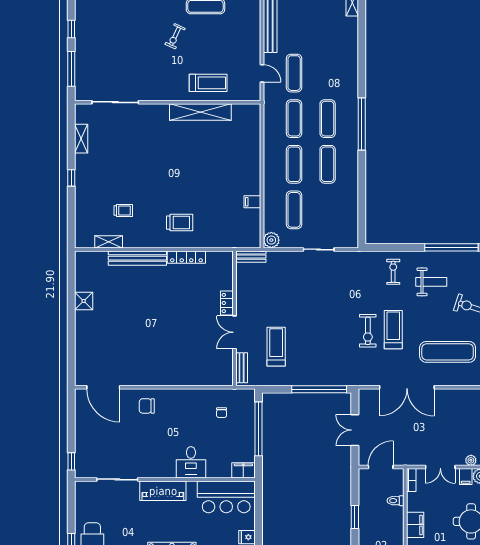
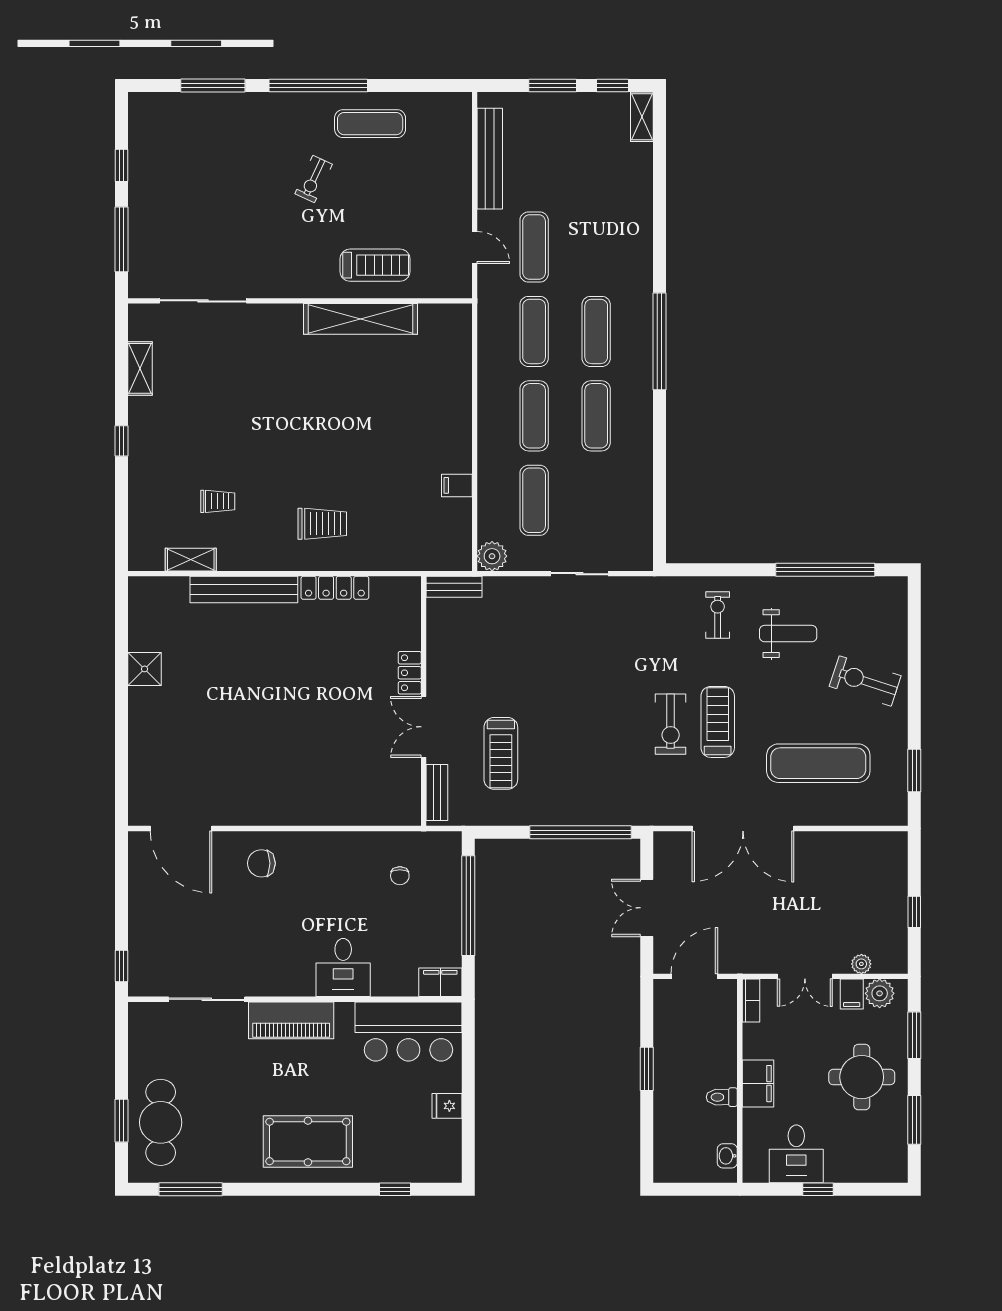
treadmill: (276, 347) -> (501, 753), turned 180
toilet: (395, 501) -> (722, 1097), moved

